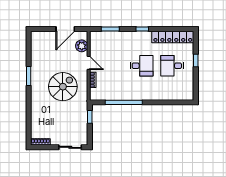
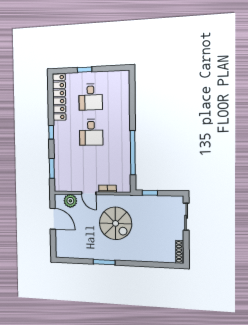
door: (89, 63) -> (89, 193), swing flipped
desk: (142, 66) -> (91, 132), turned 180
spiral stairs: (63, 87) -> (116, 223), turned 180

